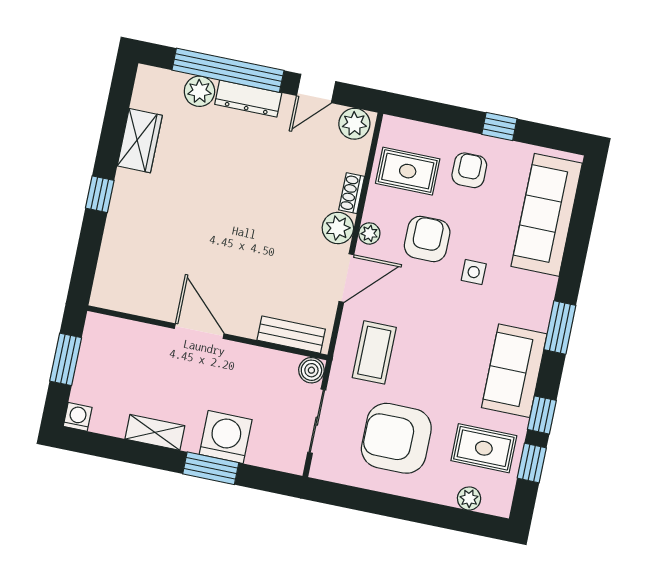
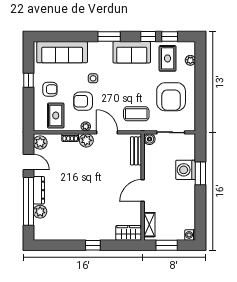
wardrobe: (140, 141) -> (129, 233), moved
armchair: (469, 170) -> (50, 89), turned 180
shelving: (155, 432) -> (149, 225), moved

